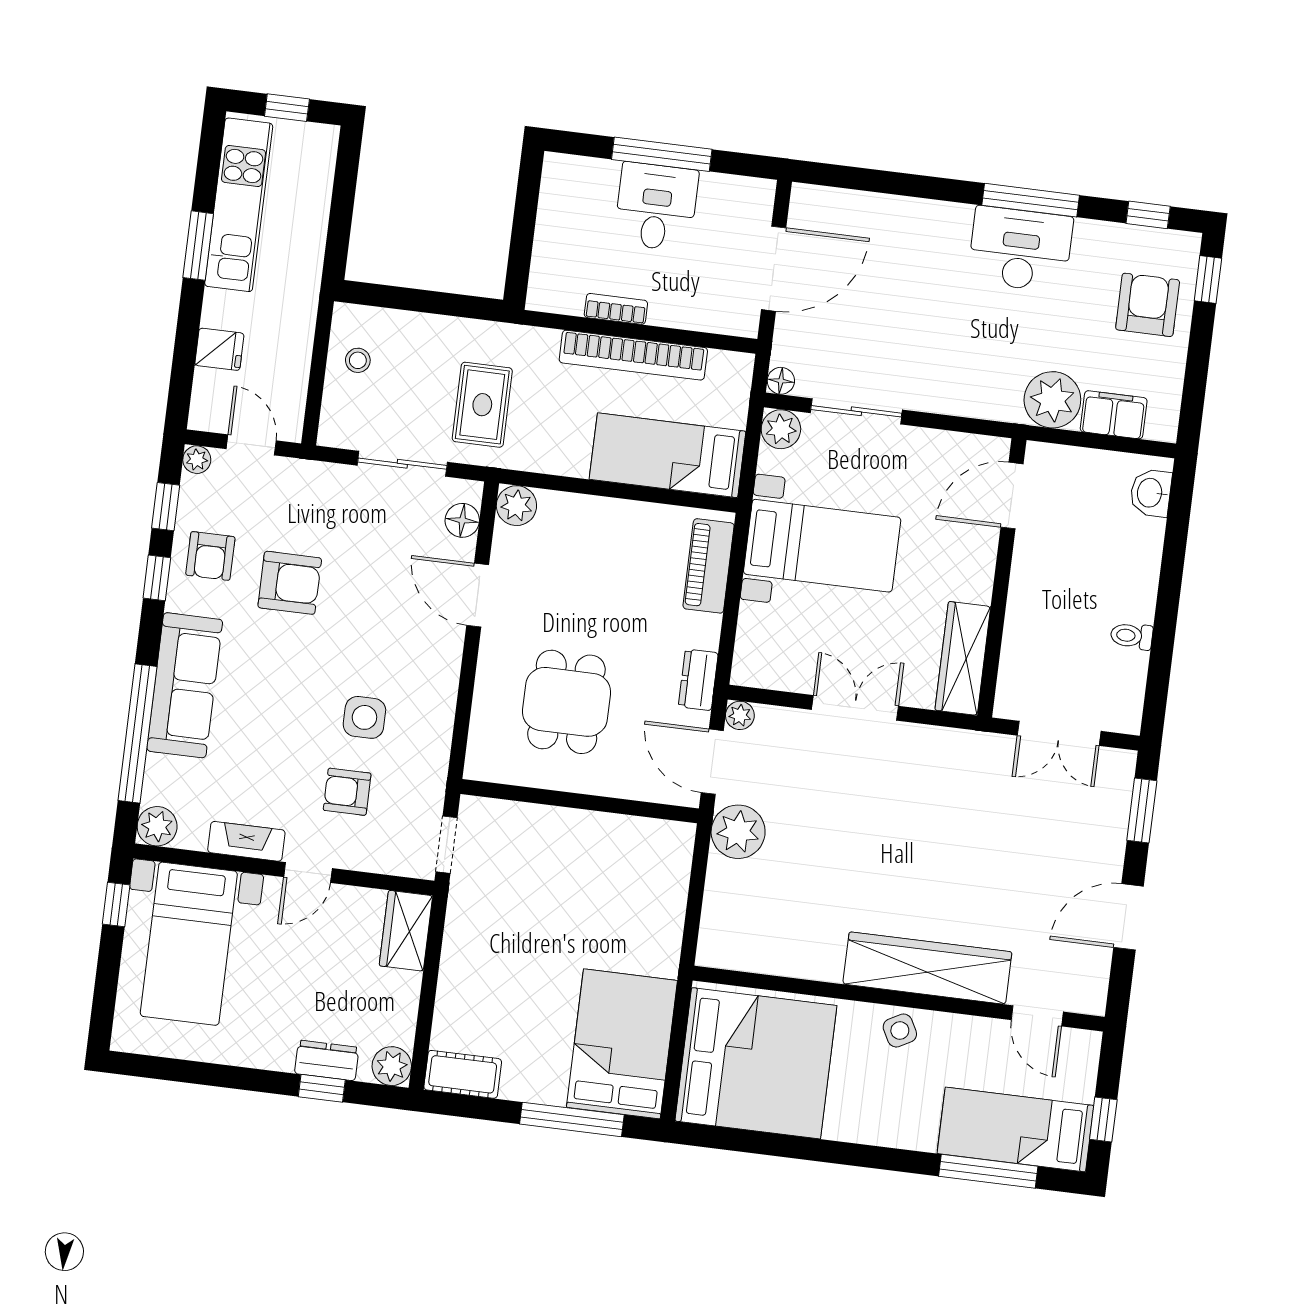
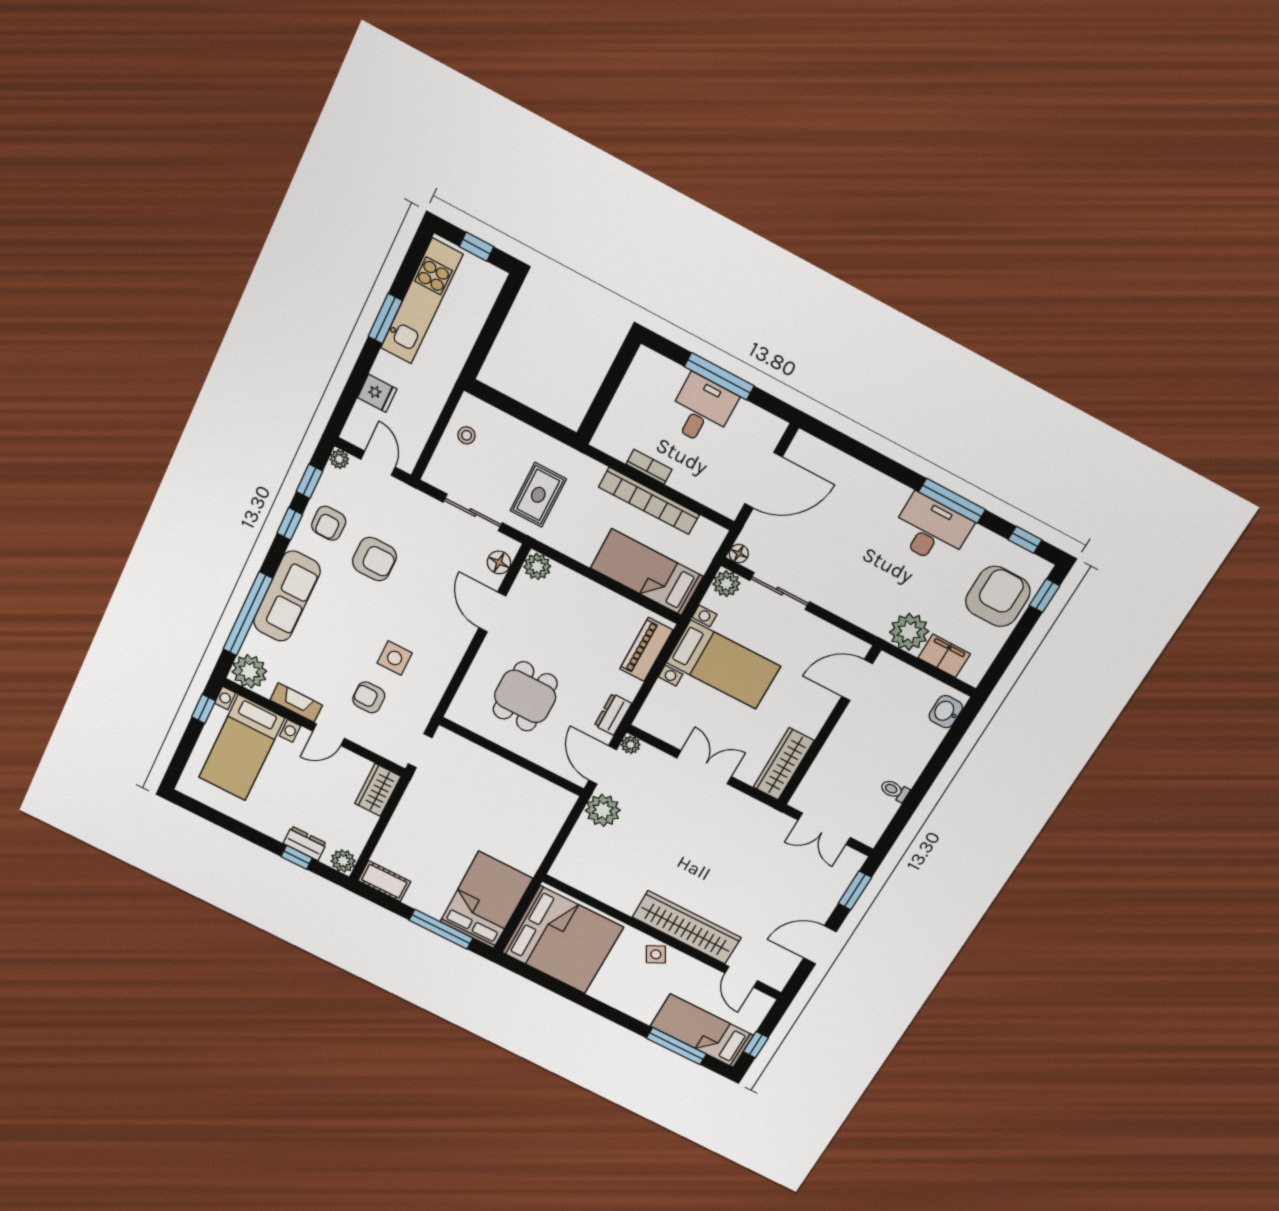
armchair: (1148, 305) -> (998, 596), width x1.36, depth x1.36
plant: (157, 826) -> (249, 671), width x1.36, depth x1.36

